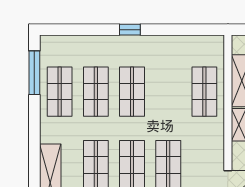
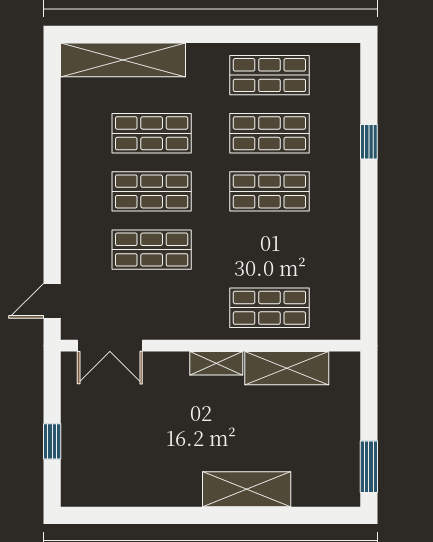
window: (130, 30) -> (369, 142), moved
window: (34, 73) -> (300, 34), removed

